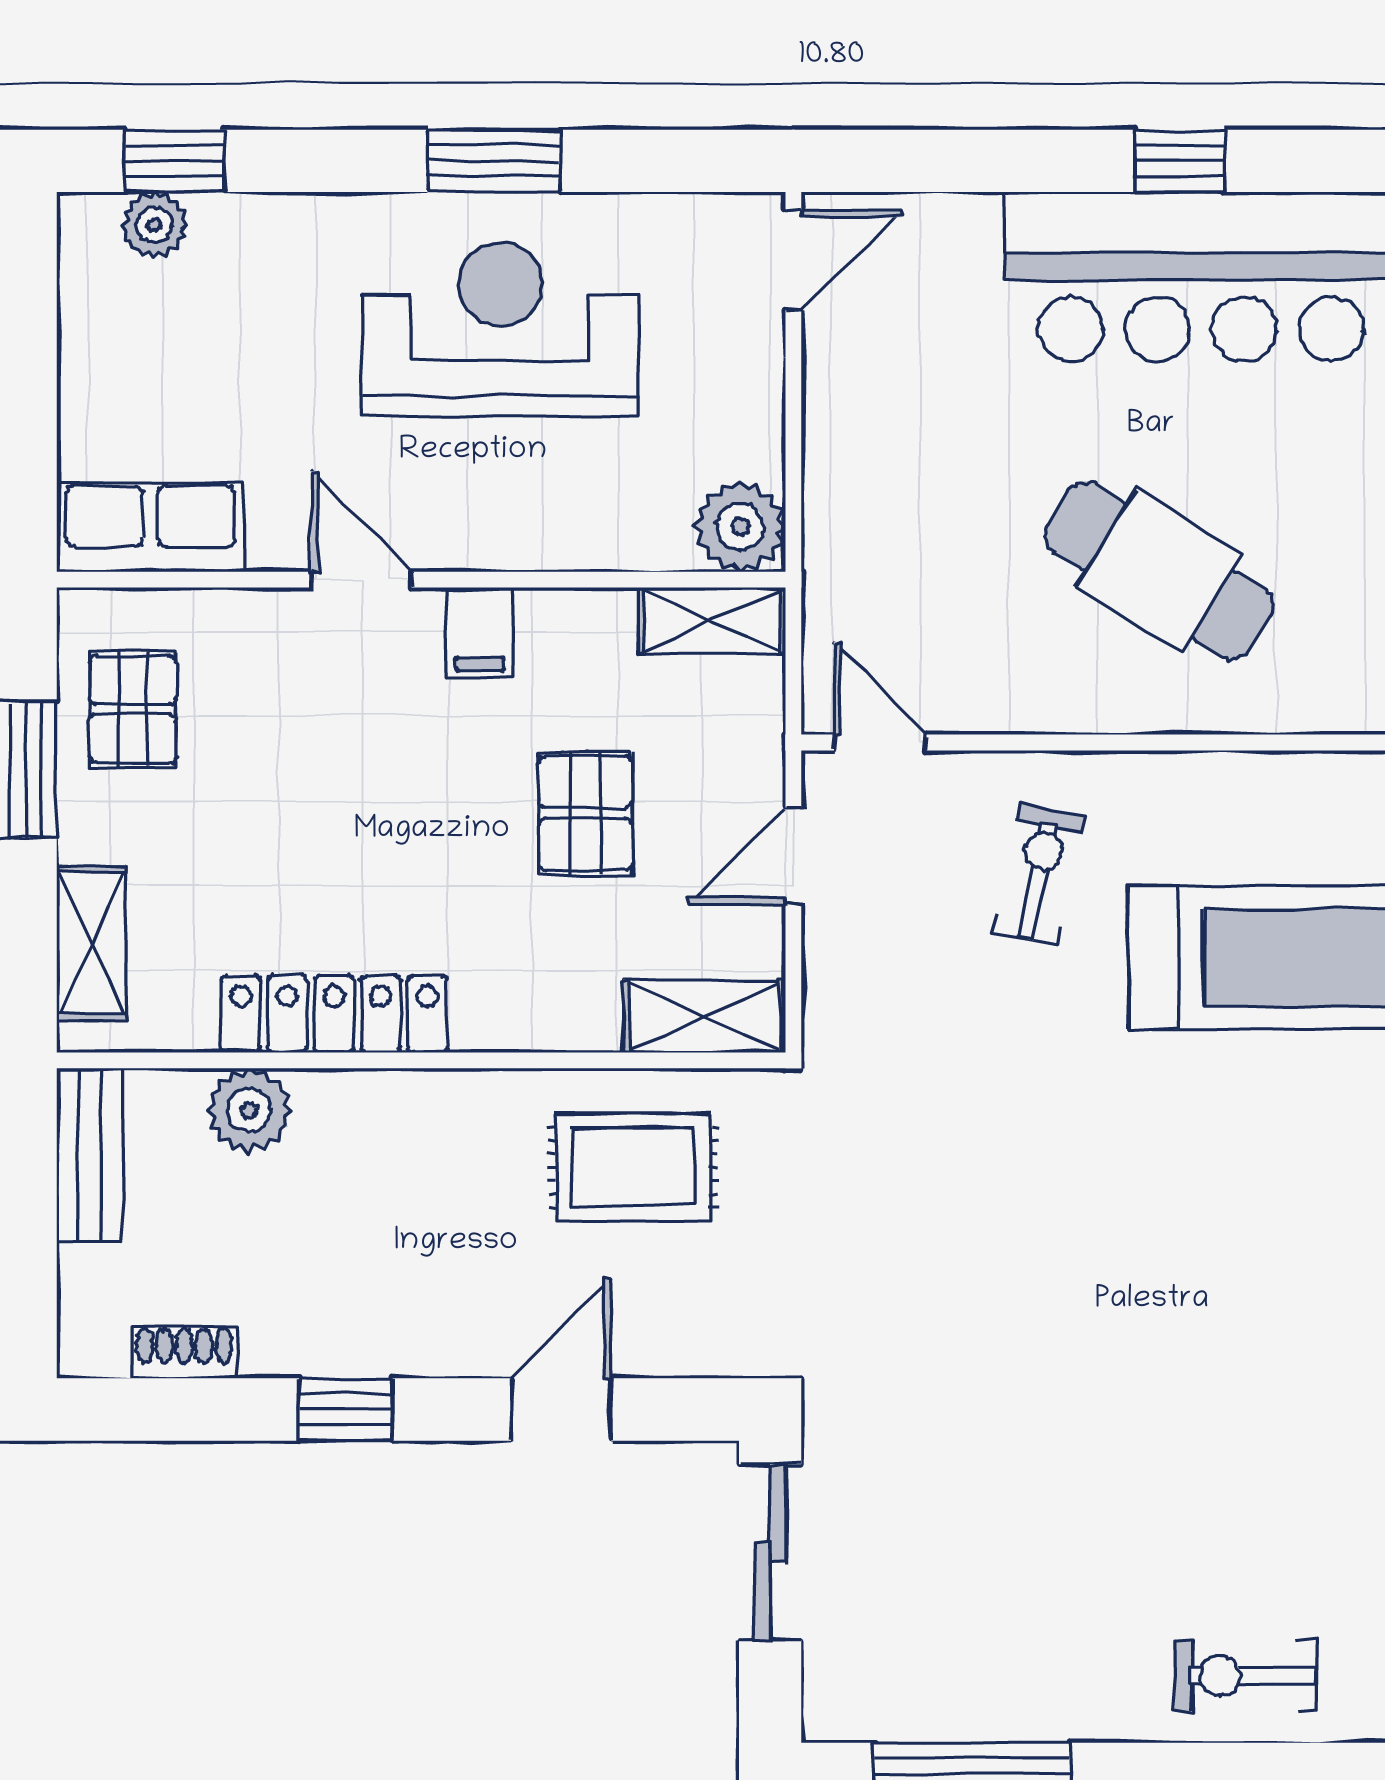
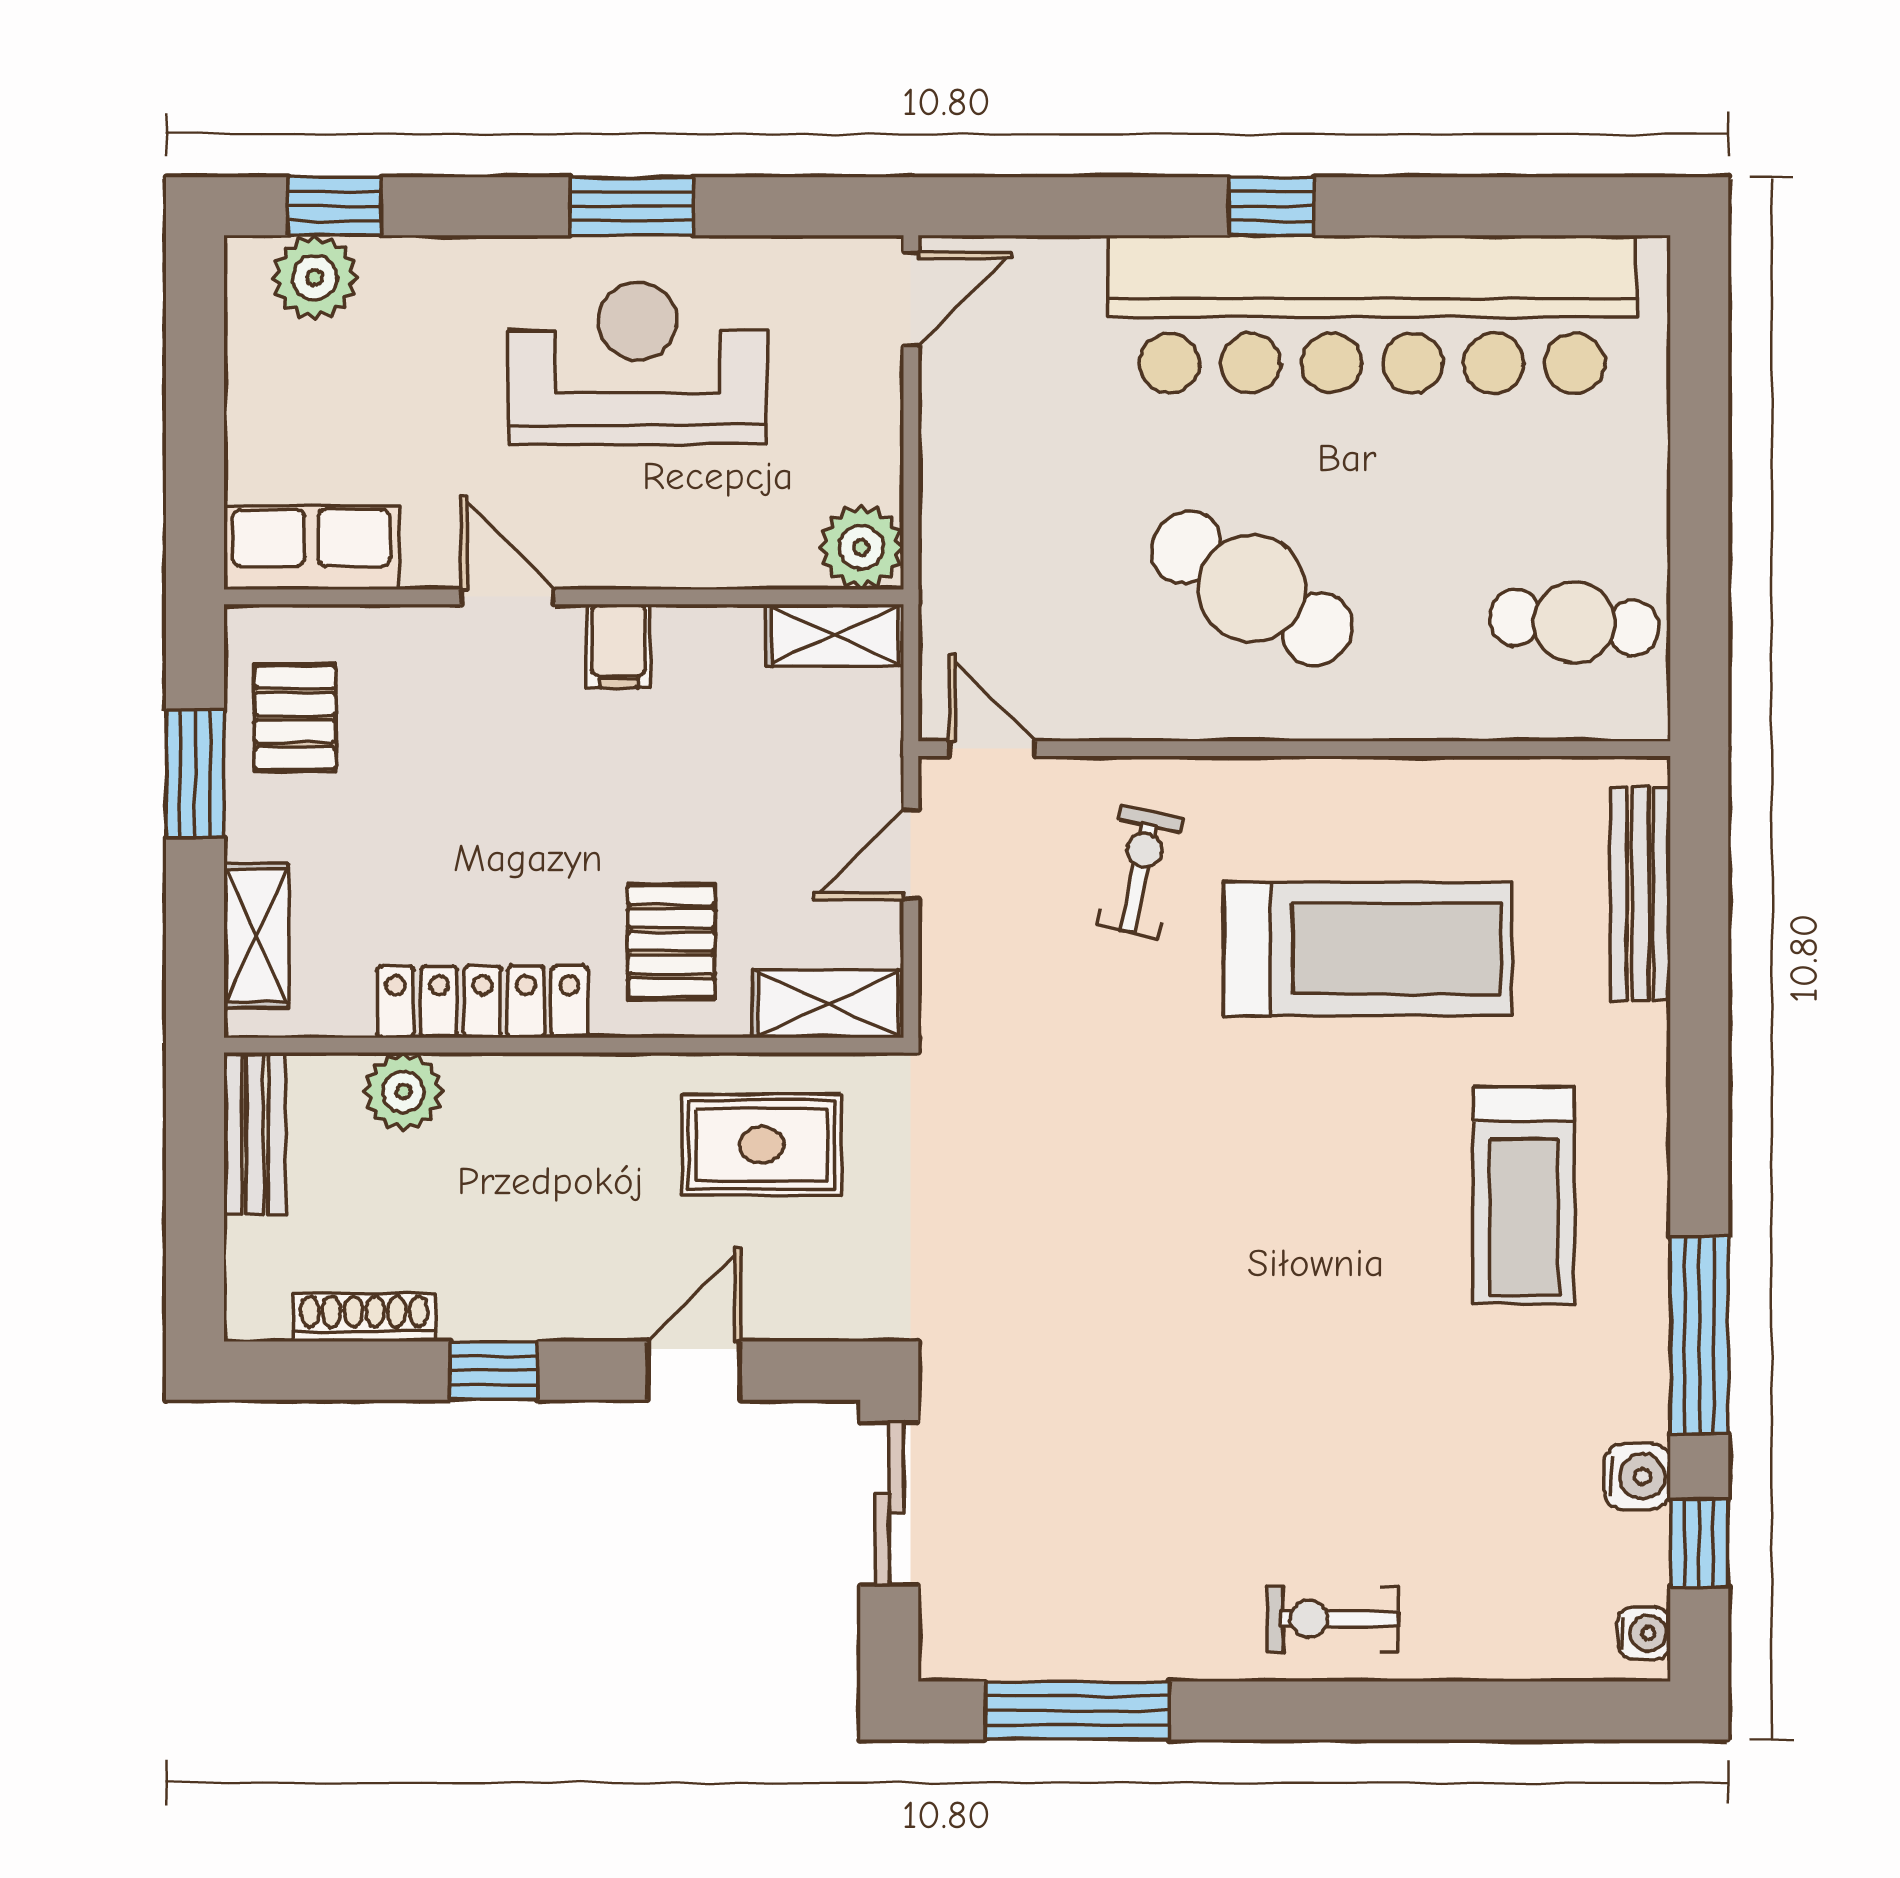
plant: (154, 225) -> (315, 278), width x1.38, depth x1.38
pallet: (585, 813) -> (671, 941), moved
shoe rack: (184, 1353) -> (364, 1318), width x1.43

